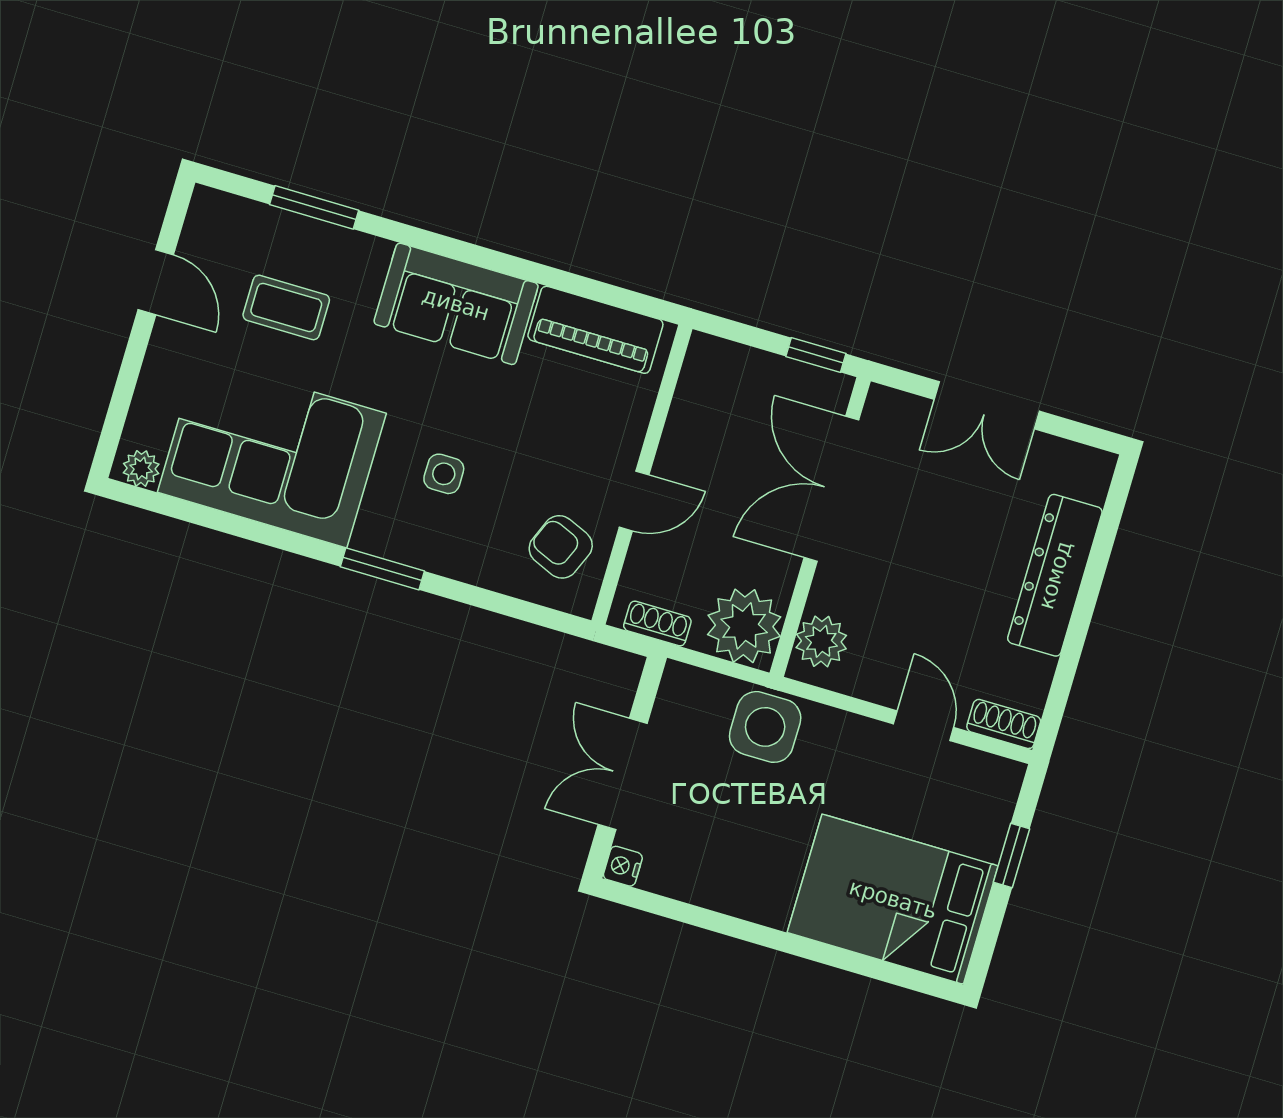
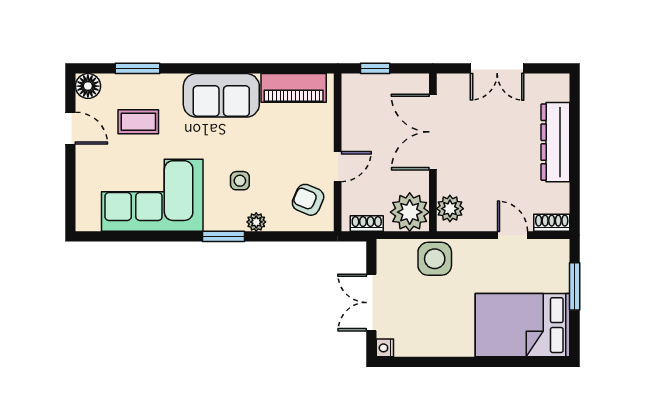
floor lamp: (212, 213) -> (88, 86), added
window: (816, 355) -> (375, 68), moved
plant: (141, 468) -> (256, 222), moved
window: (1011, 856) -> (575, 286), width x1.50

